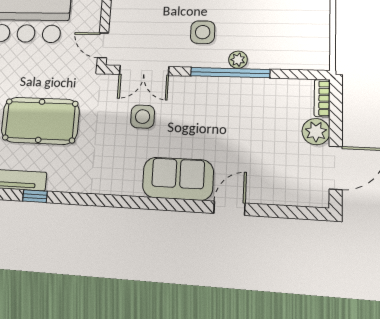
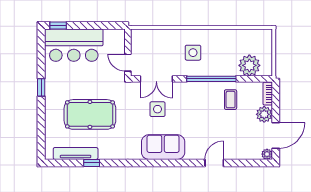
plant: (238, 60) -> (249, 65), moved, width x1.88, depth x1.88
coffee table: (260, 106) -> (231, 100), added
sofa: (178, 179) -> (163, 147), moved
plant: (320, 199) -> (267, 154), added

